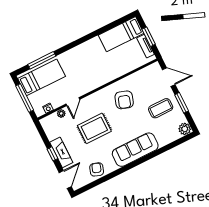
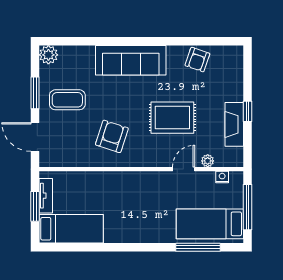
fireplace: (61, 152) -> (234, 124), moved
door: (65, 180) -> (247, 67), removed

